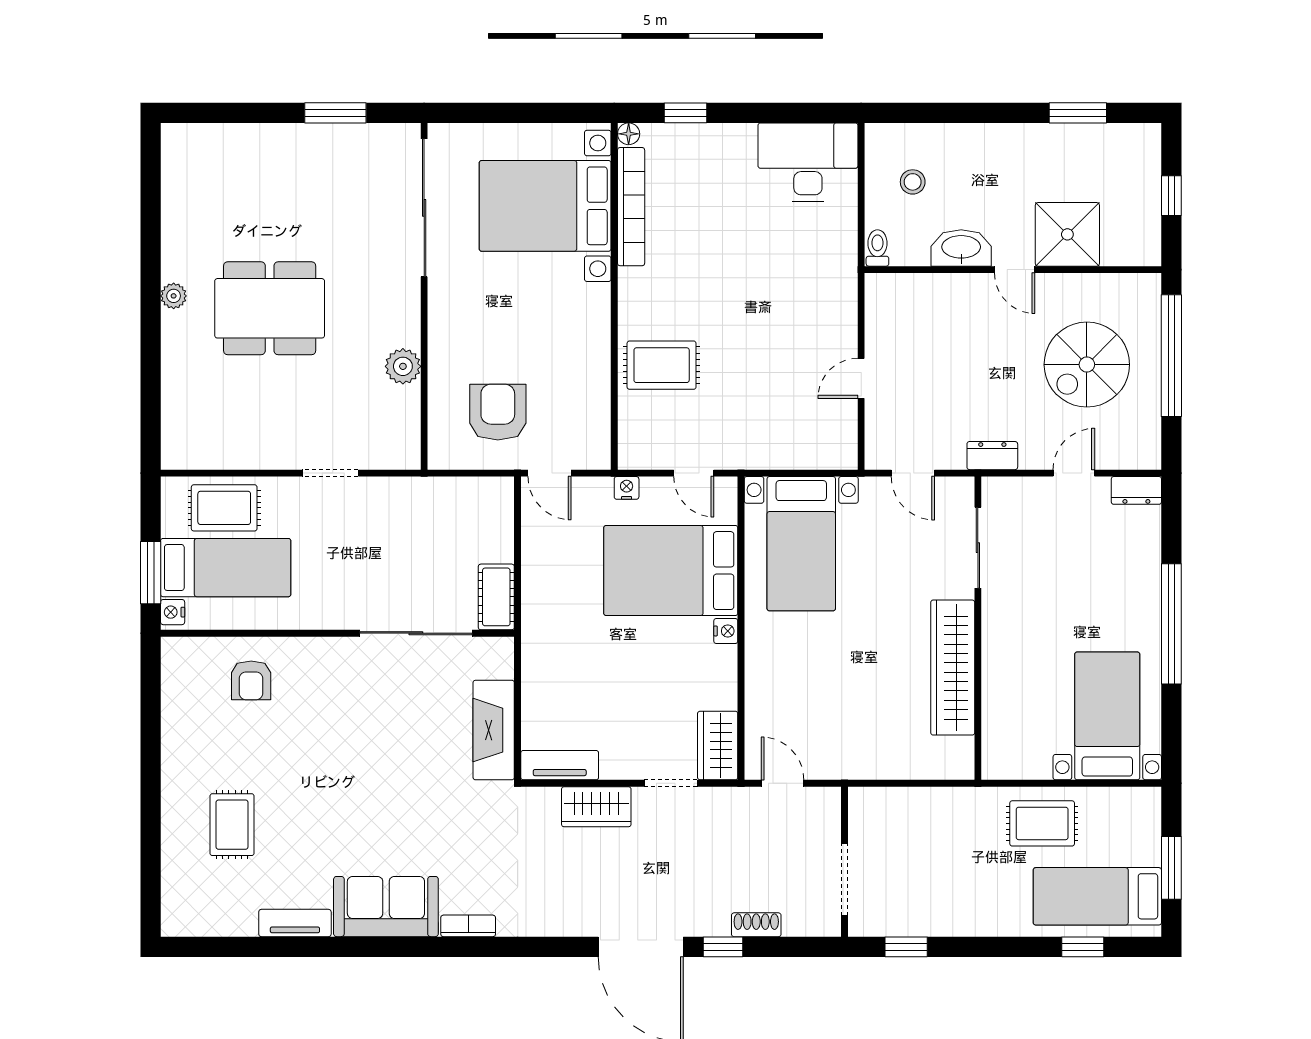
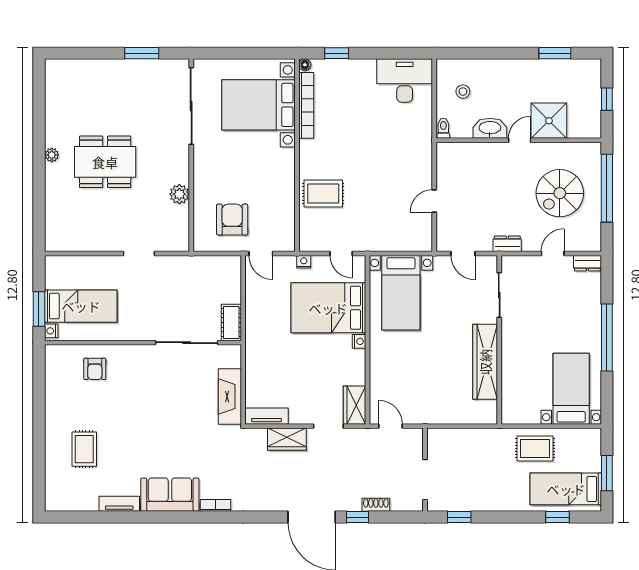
door: (1015, 270) -> (520, 140), swing flipped
rug: (224, 508) -> (80, 273), removed

